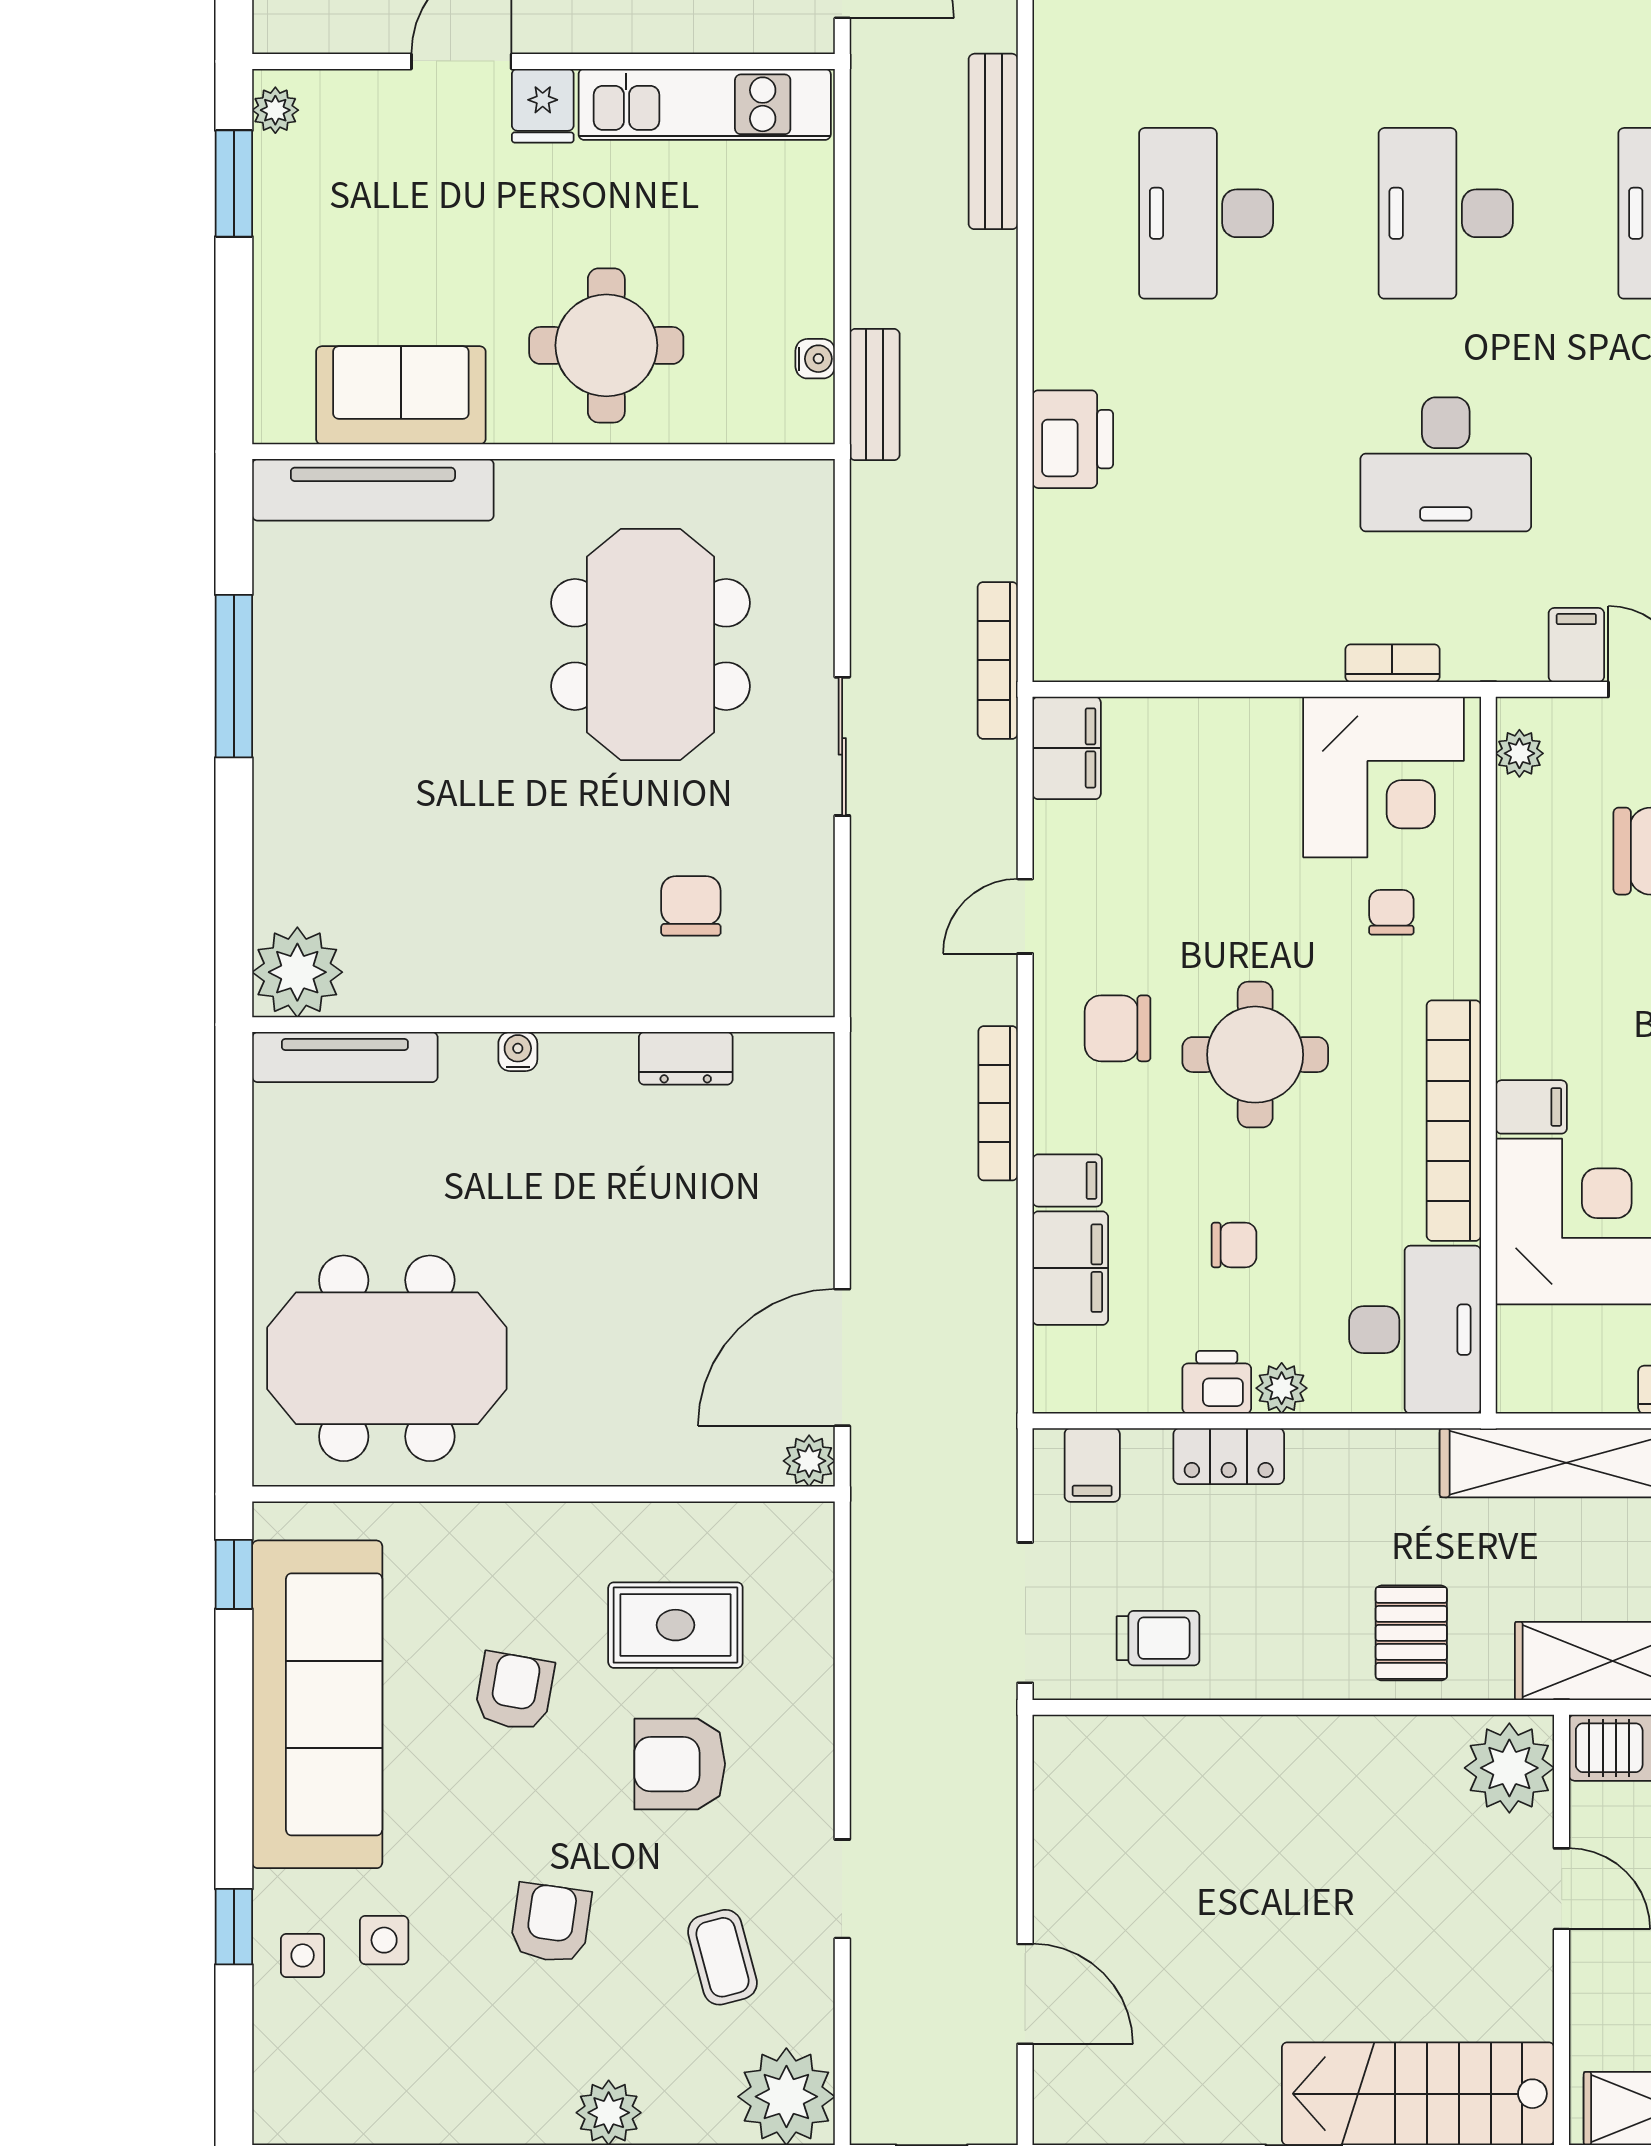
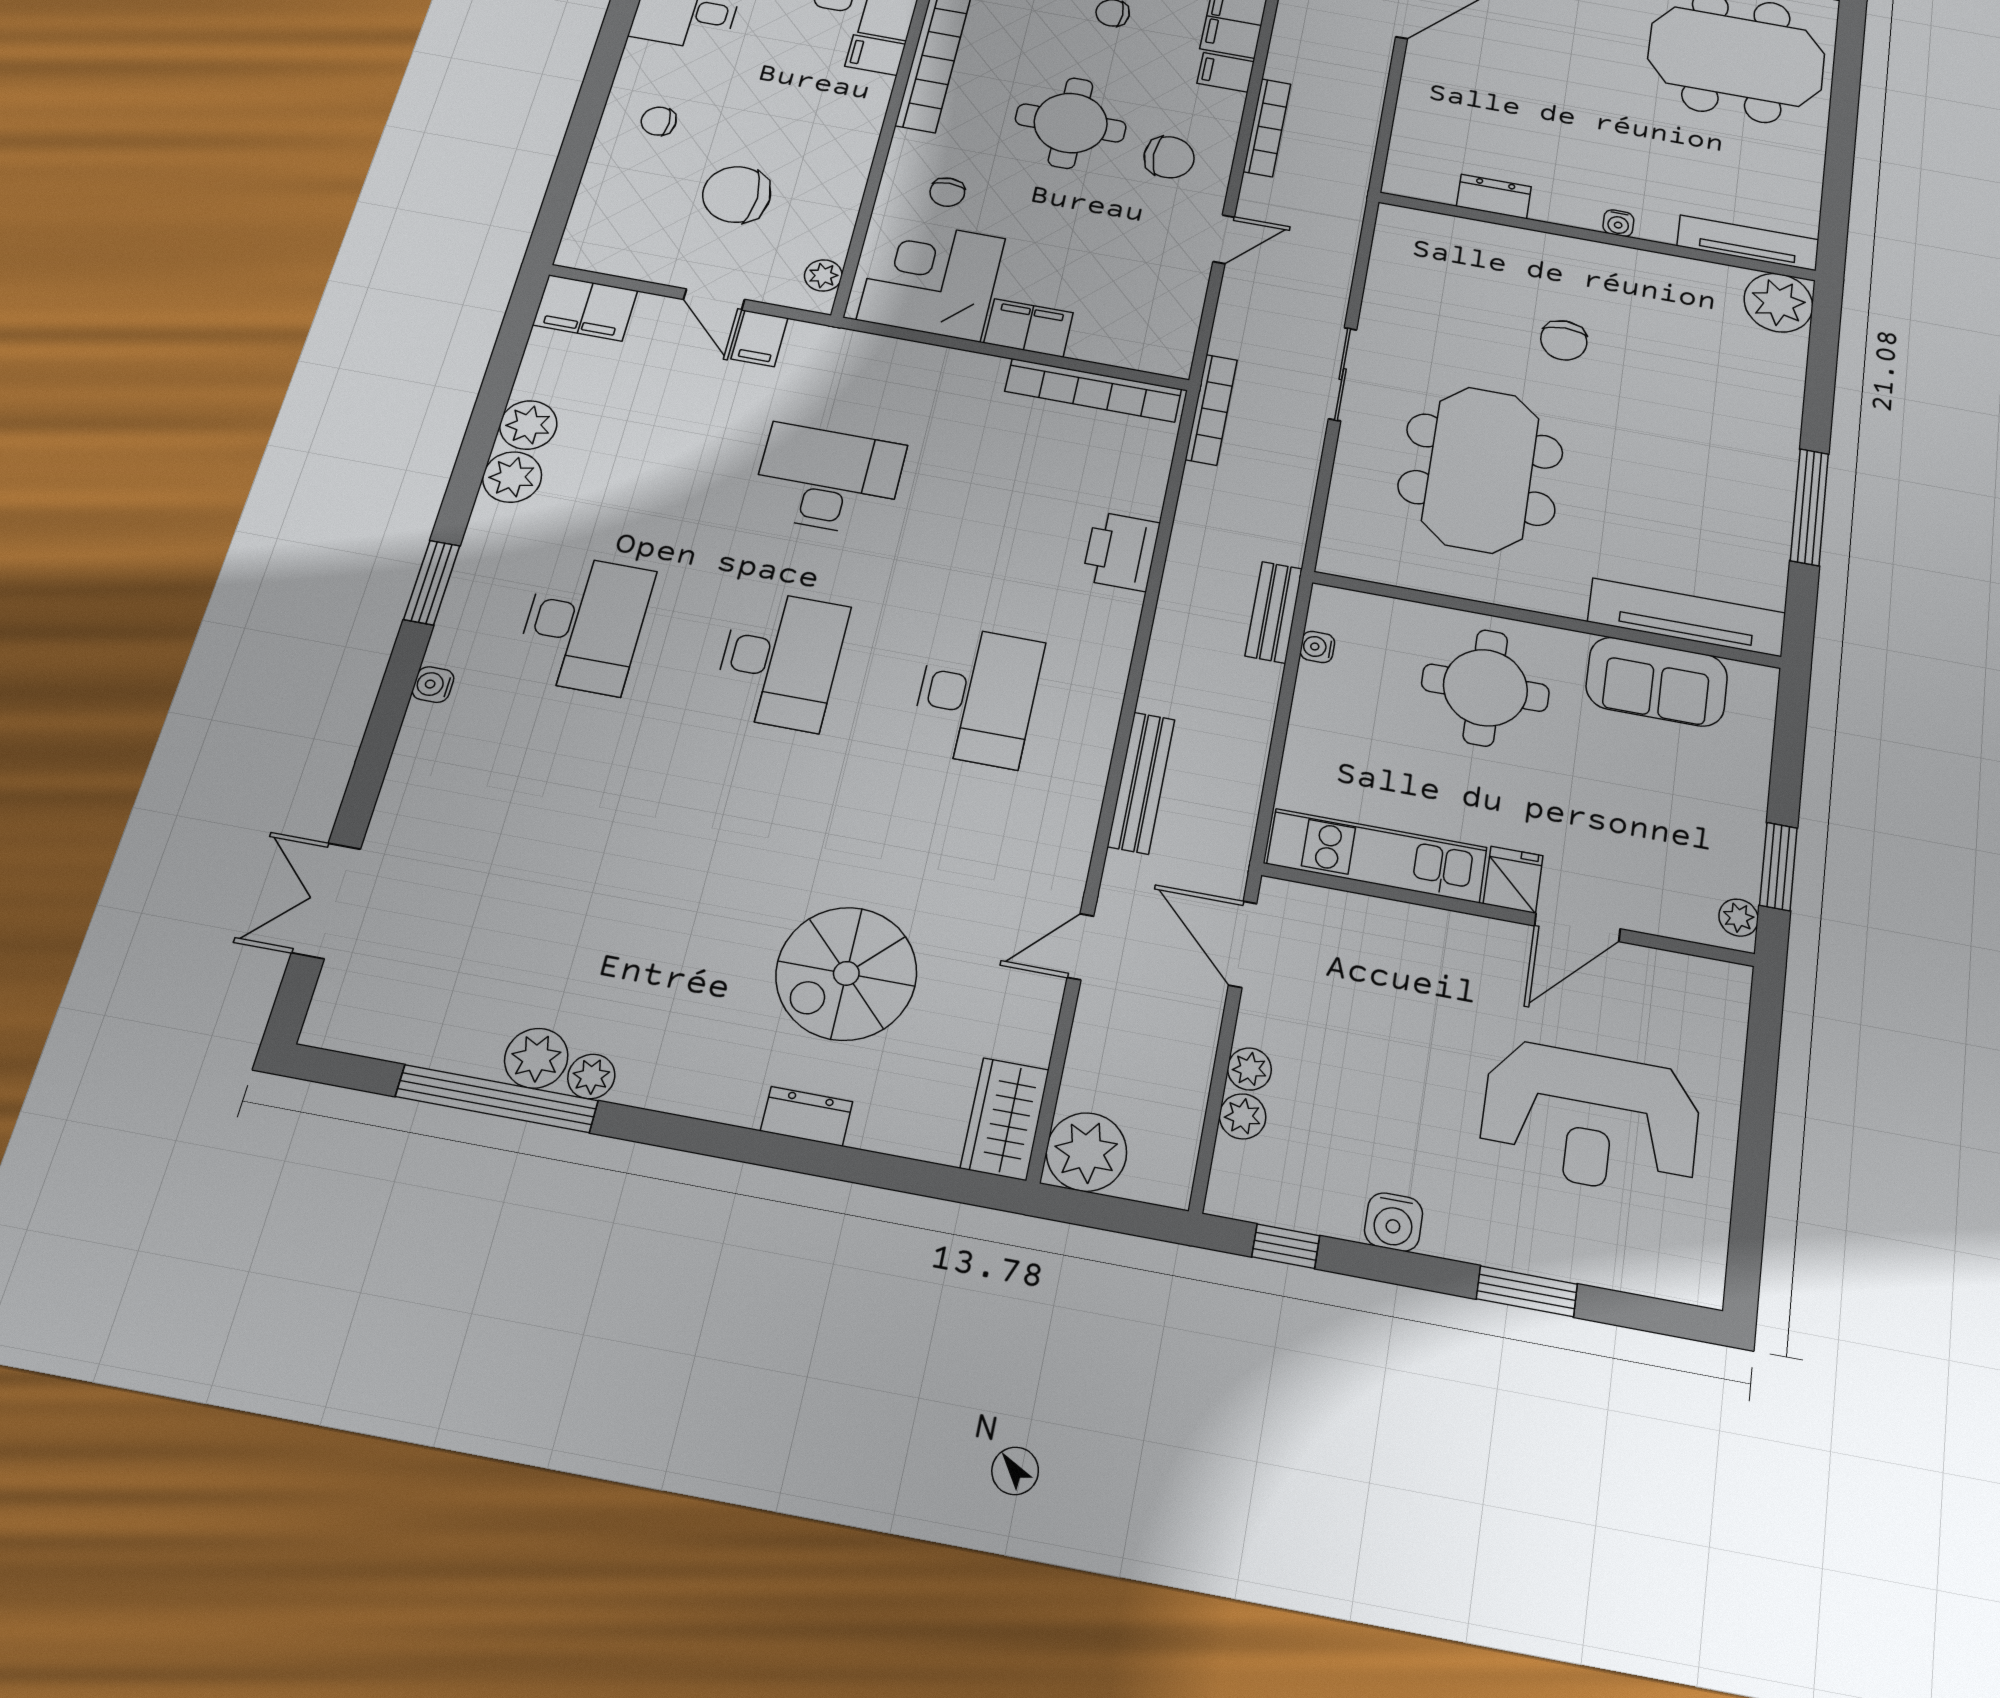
bookcase: (1392, 663) -> (1093, 390), moved, width x2.31, depth x1.31
filing cabinet: (1067, 748) -> (1029, 328), moved, turned 90
chair: (691, 906) -> (1564, 340), moved

